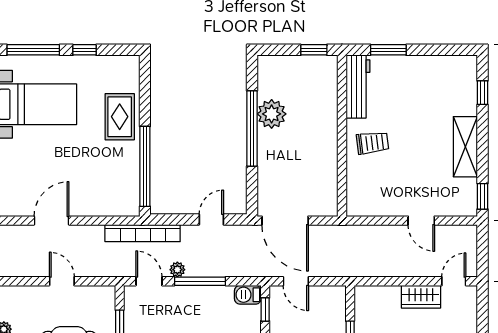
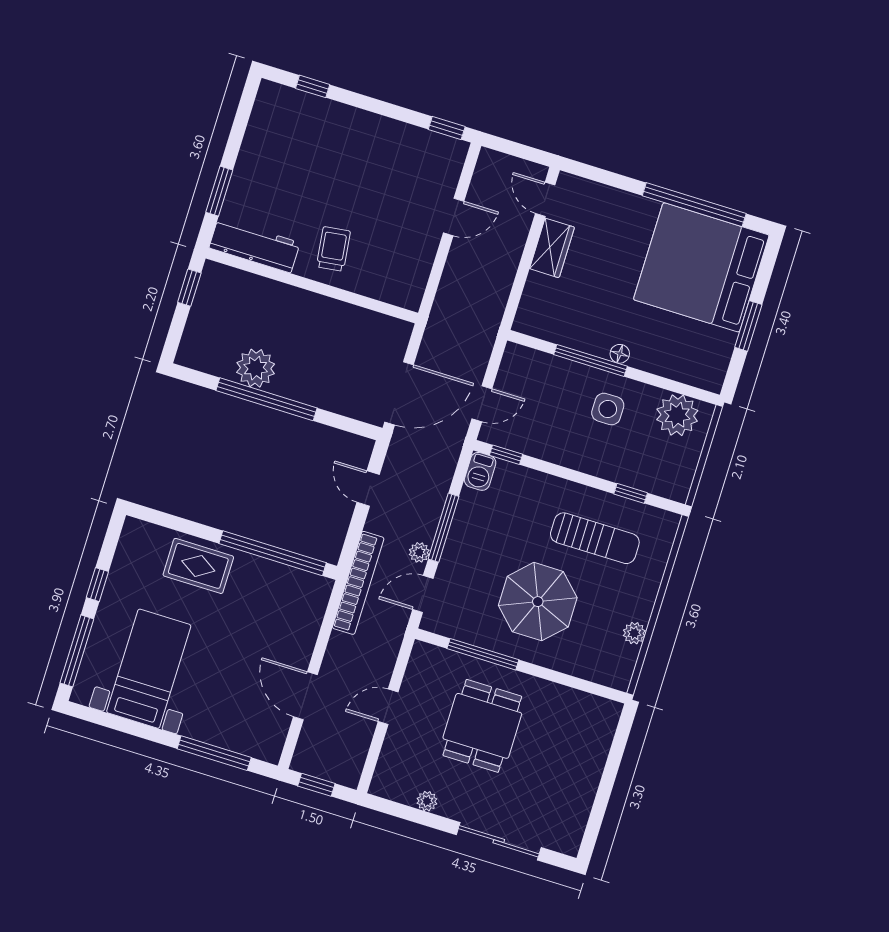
shelving: (465, 147) -> (376, 130), removed

